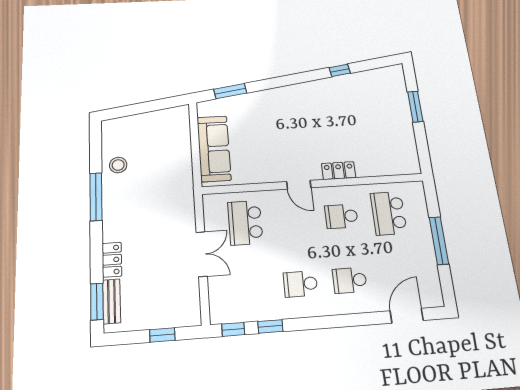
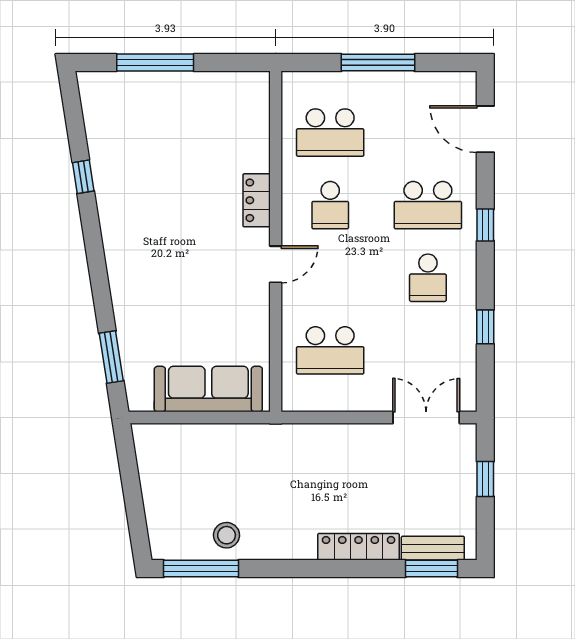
window: (415, 107) -> (155, 63), width x1.44
window: (96, 197) -> (201, 569), moved
double door: (202, 254) -> (426, 418), moved
locker: (112, 260) -> (359, 547), width x1.53
school desk: (350, 280) -> (428, 205), width x1.85
window: (233, 329) -> (485, 225), moved

